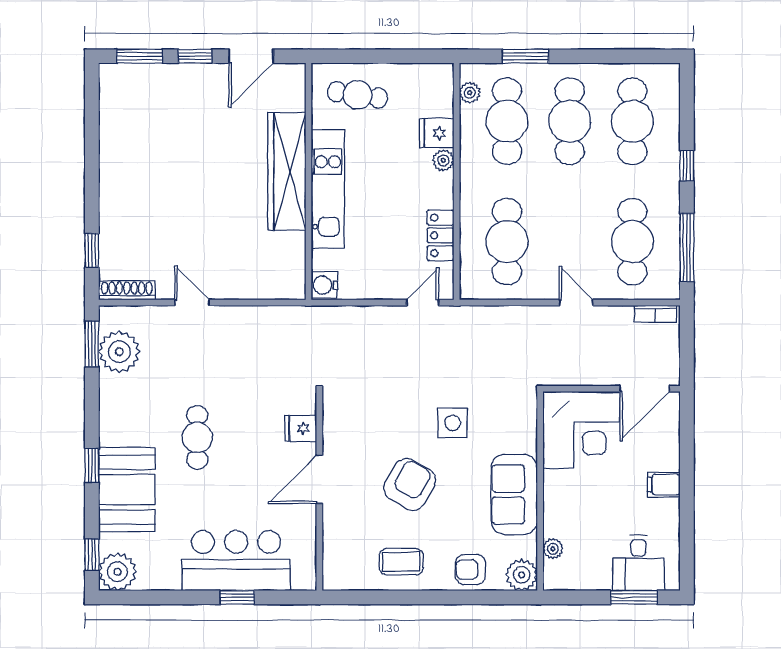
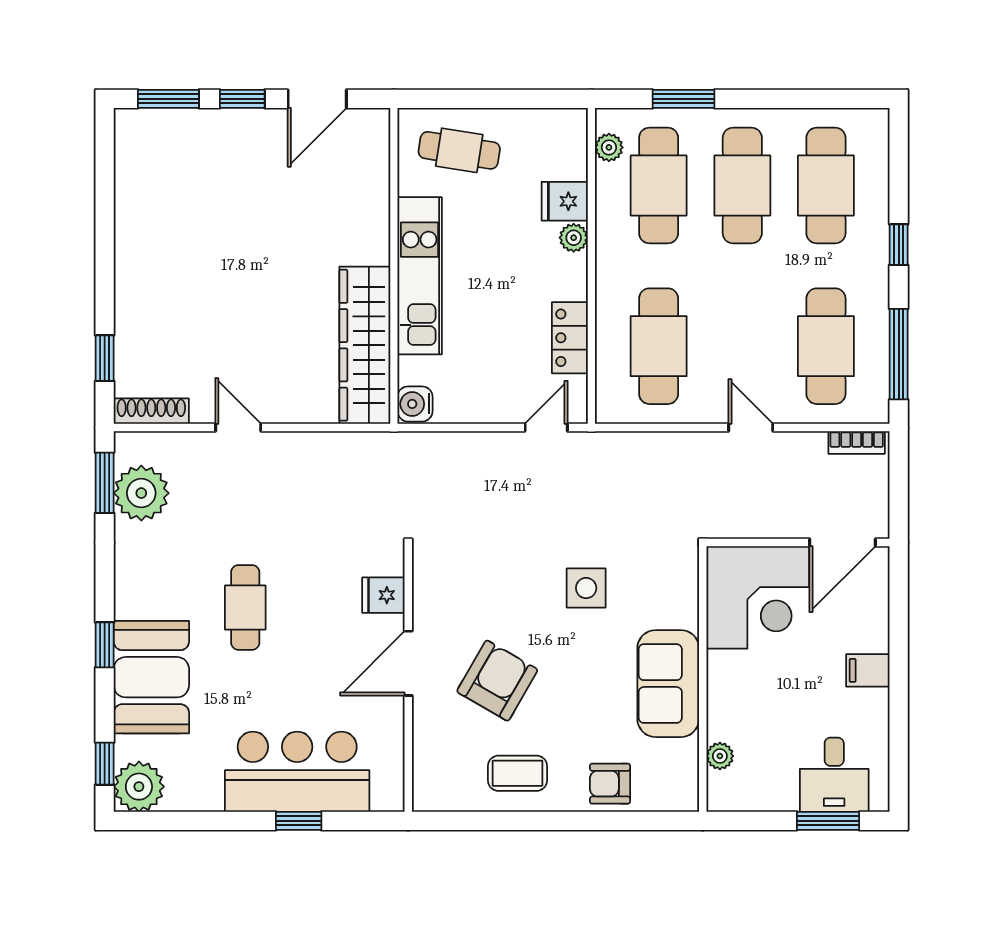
wardrobe: (287, 171) -> (365, 345), moved
armchair: (410, 484) -> (497, 681), moved
plant: (522, 575) -> (678, 791), removed

